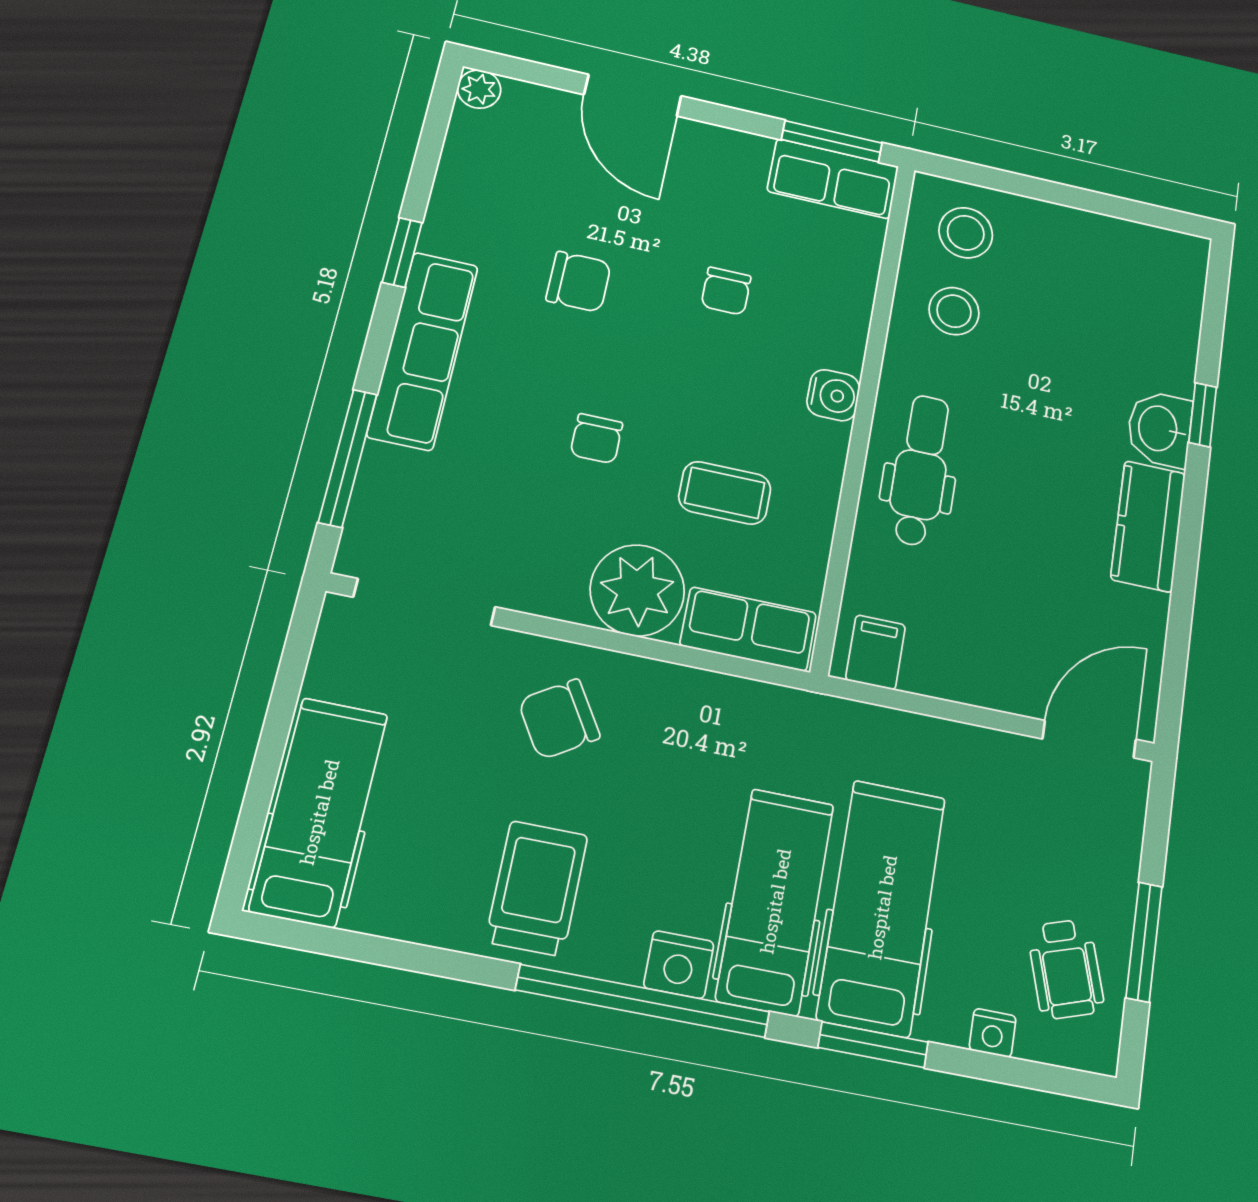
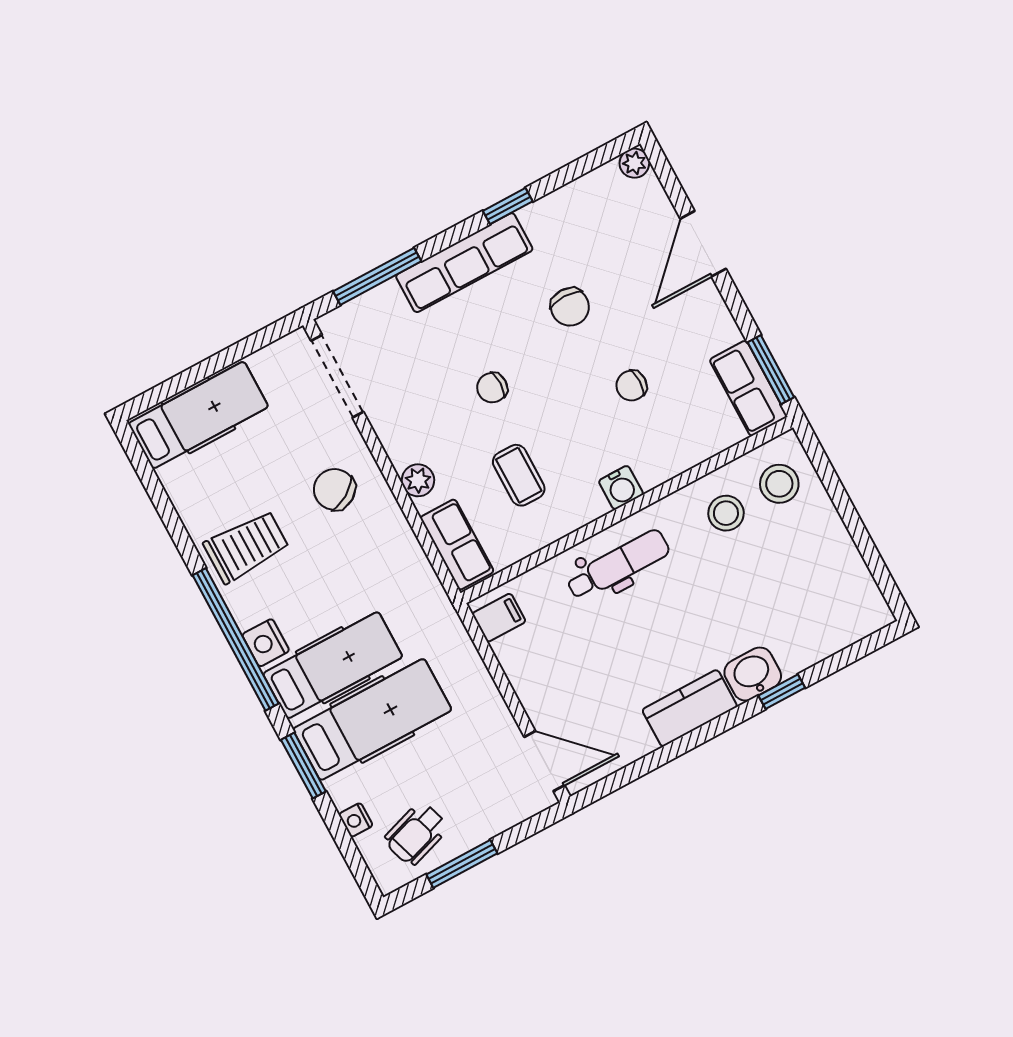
plant: (637, 590) -> (418, 480), width x0.53, depth x0.53

